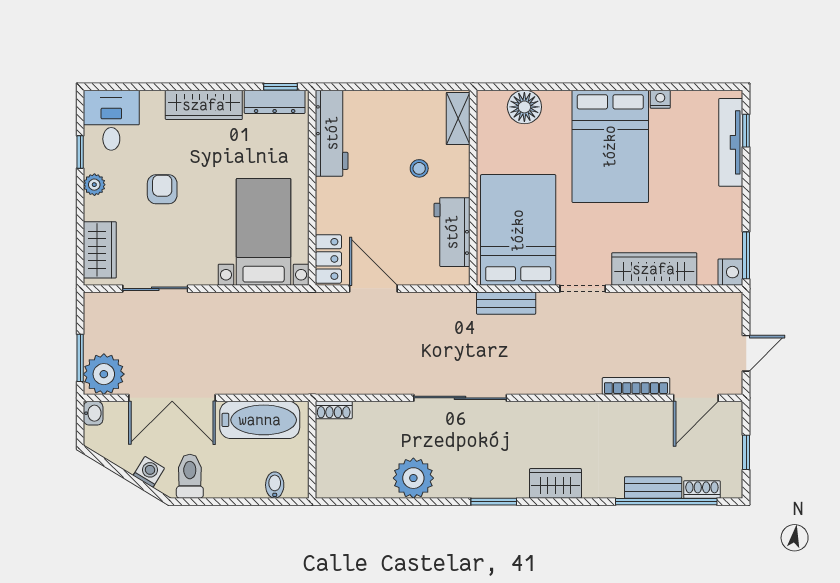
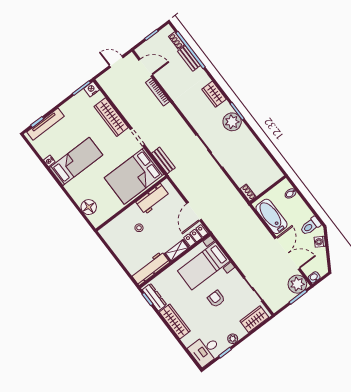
shelving: (458, 119) -> (177, 251), moved
bed: (610, 146) -> (76, 161), width x0.67
armchair: (162, 189) -> (216, 299), moved, turned 90
plant: (413, 478) -> (232, 122), moved

